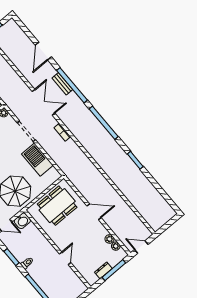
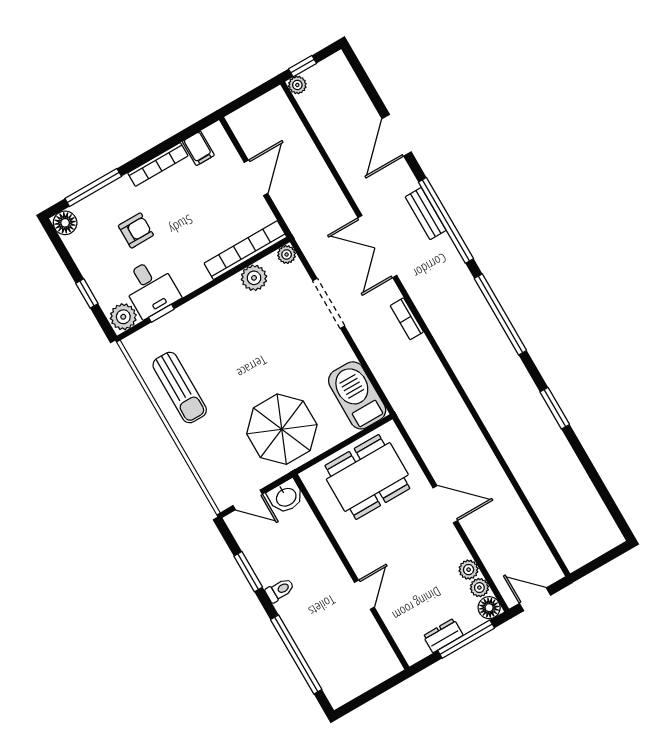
double door: (44, 102) -> (377, 247), swing flipped
barbecue: (37, 160) -> (357, 395), moved
floor lamp: (122, 254) -> (489, 608), added

